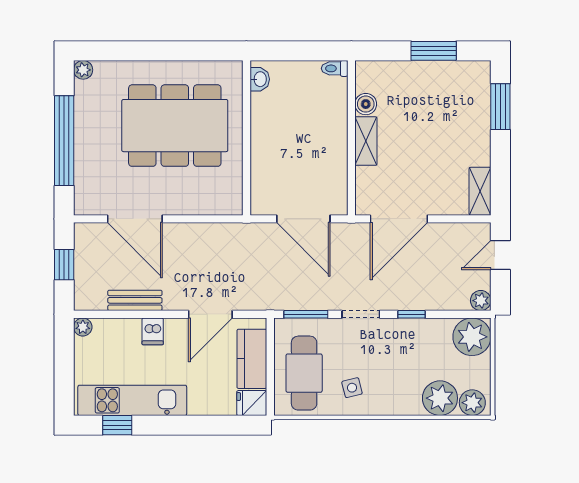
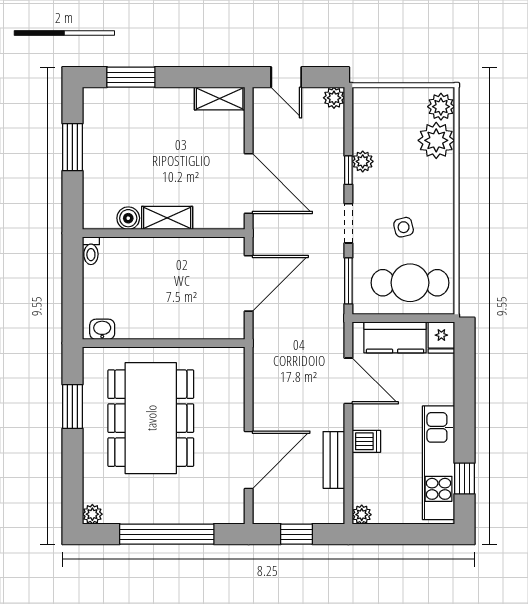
window: (186, 51) -> (72, 406), added
plant: (472, 337) -> (363, 161), moved, width x0.53, depth x0.53
side table: (352, 388) -> (404, 227), moved

